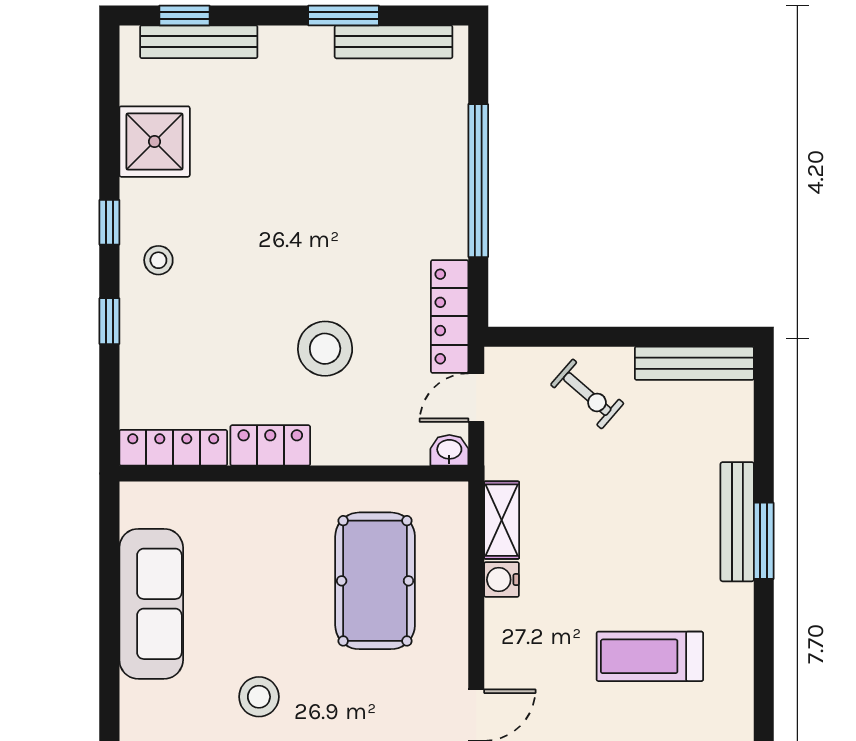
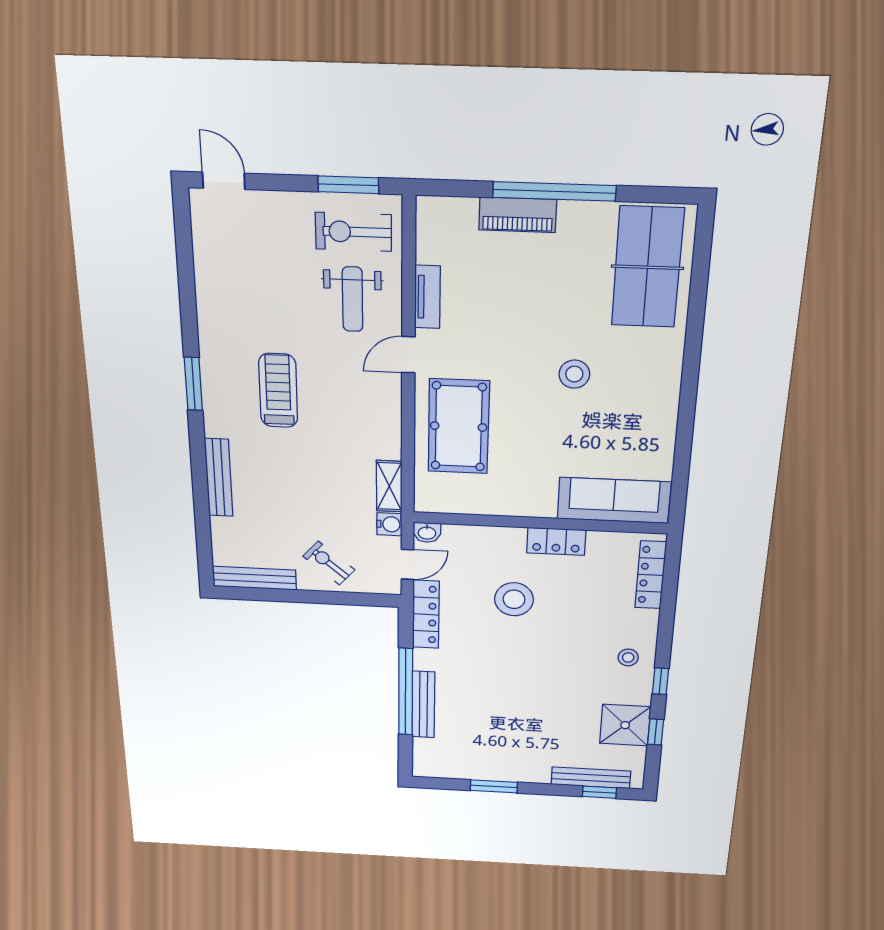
bench: (394, 42) -> (423, 705), moved, turned 90
window: (109, 321) -> (656, 732), moved
locker: (173, 448) -> (651, 575), moved, turned 90
window: (764, 541) -> (193, 384), moved
water cooler: (502, 580) -> (389, 524), moved
pool table: (375, 581) -> (459, 427), moved
sofa: (151, 604) -> (614, 500), moved, turned 90
treadmill: (650, 656) -> (278, 391), turned -90

